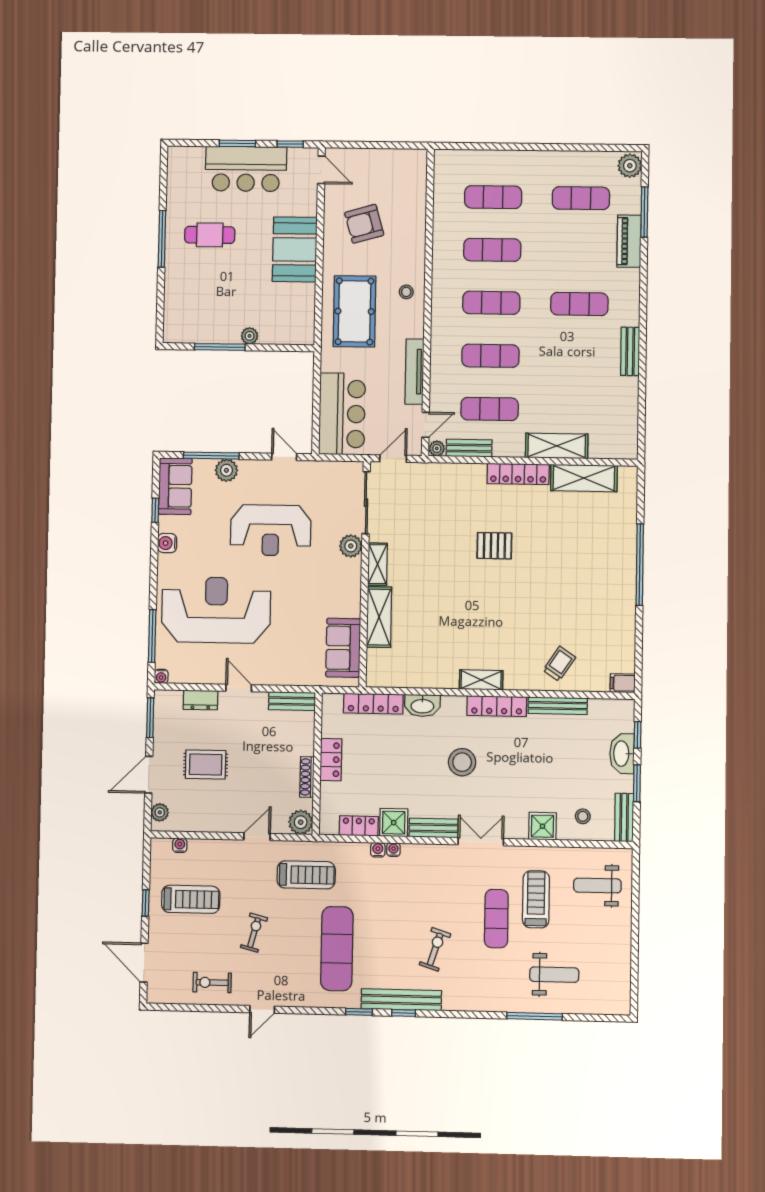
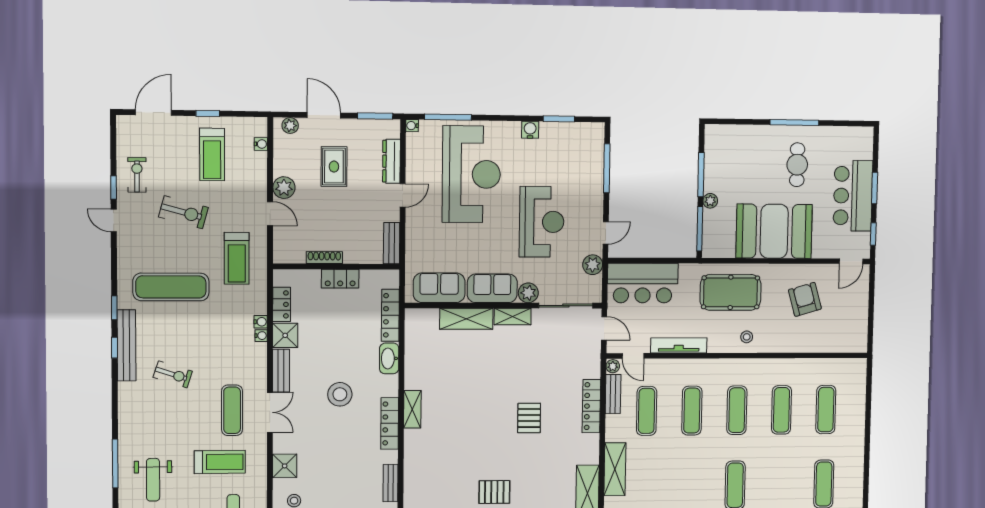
booth: (295, 249) -> (774, 231), width x1.36, depth x1.42
window: (281, 348) -> (700, 229), added
plant: (226, 470) -> (593, 265), moved
locker: (518, 474) -> (591, 406), moved
sofa: (175, 486) -> (492, 288), moved, turned 180
window: (155, 510) -> (559, 119), width x1.50
reception desk: (271, 530) -> (542, 222), turned 180
pallet: (579, 586) -> (494, 492), added
trolley: (559, 664) -> (427, 477), removed
dresser: (200, 700) -> (391, 161), width x1.44
bench: (558, 706) -> (391, 483), width x0.73
plant: (301, 822) -> (284, 188), moved
exercise mat: (496, 919) -> (232, 410), moved, turned 90
exercise bike: (254, 933) -> (183, 212), width x1.38, depth x1.39
window: (226, 1009) -> (114, 188), added

